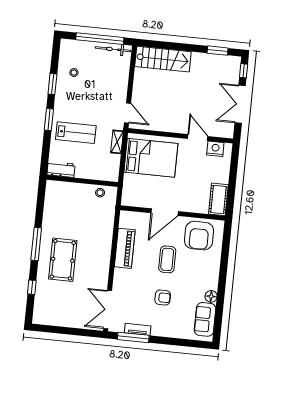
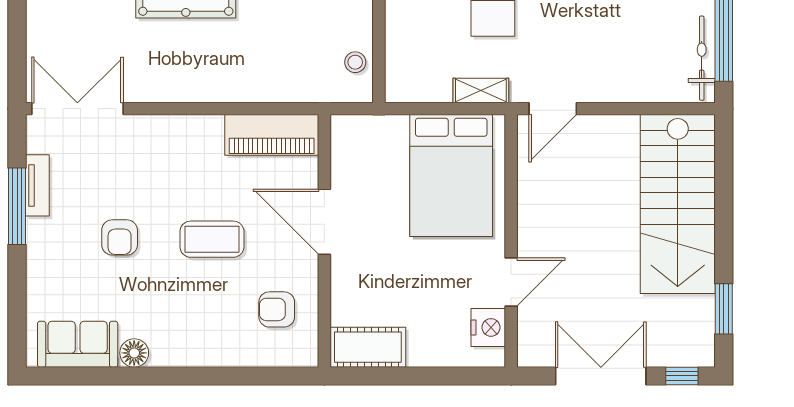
stairs: (163, 59) -> (678, 204), width x1.36, depth x1.51
armchair: (199, 236) -> (277, 309), width x0.53, depth x0.53
piano: (125, 248) -> (272, 135), moved
window: (133, 337) -> (17, 206), moved

